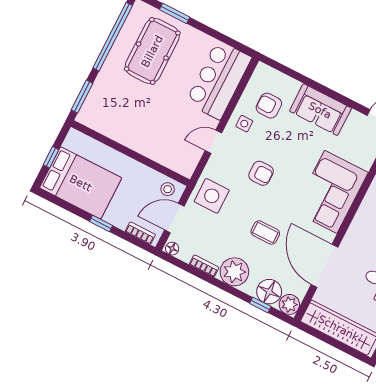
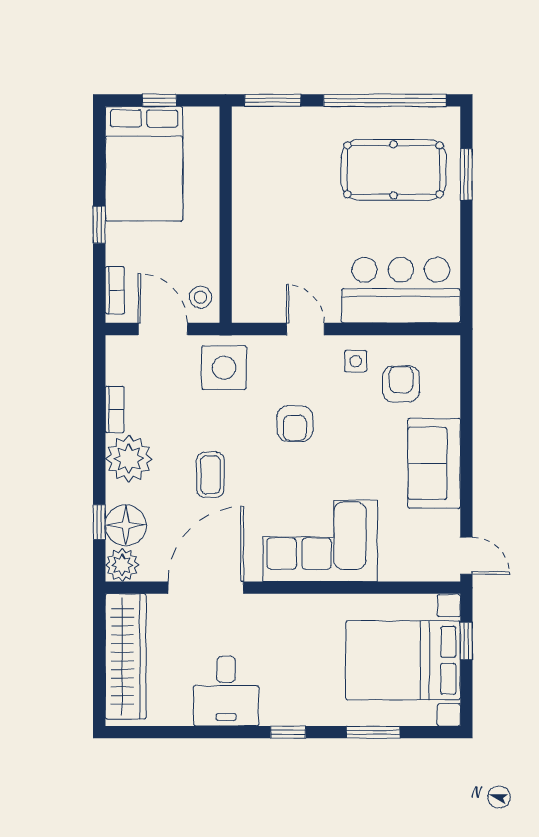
floor lamp: (172, 249) -> (116, 349), removed

